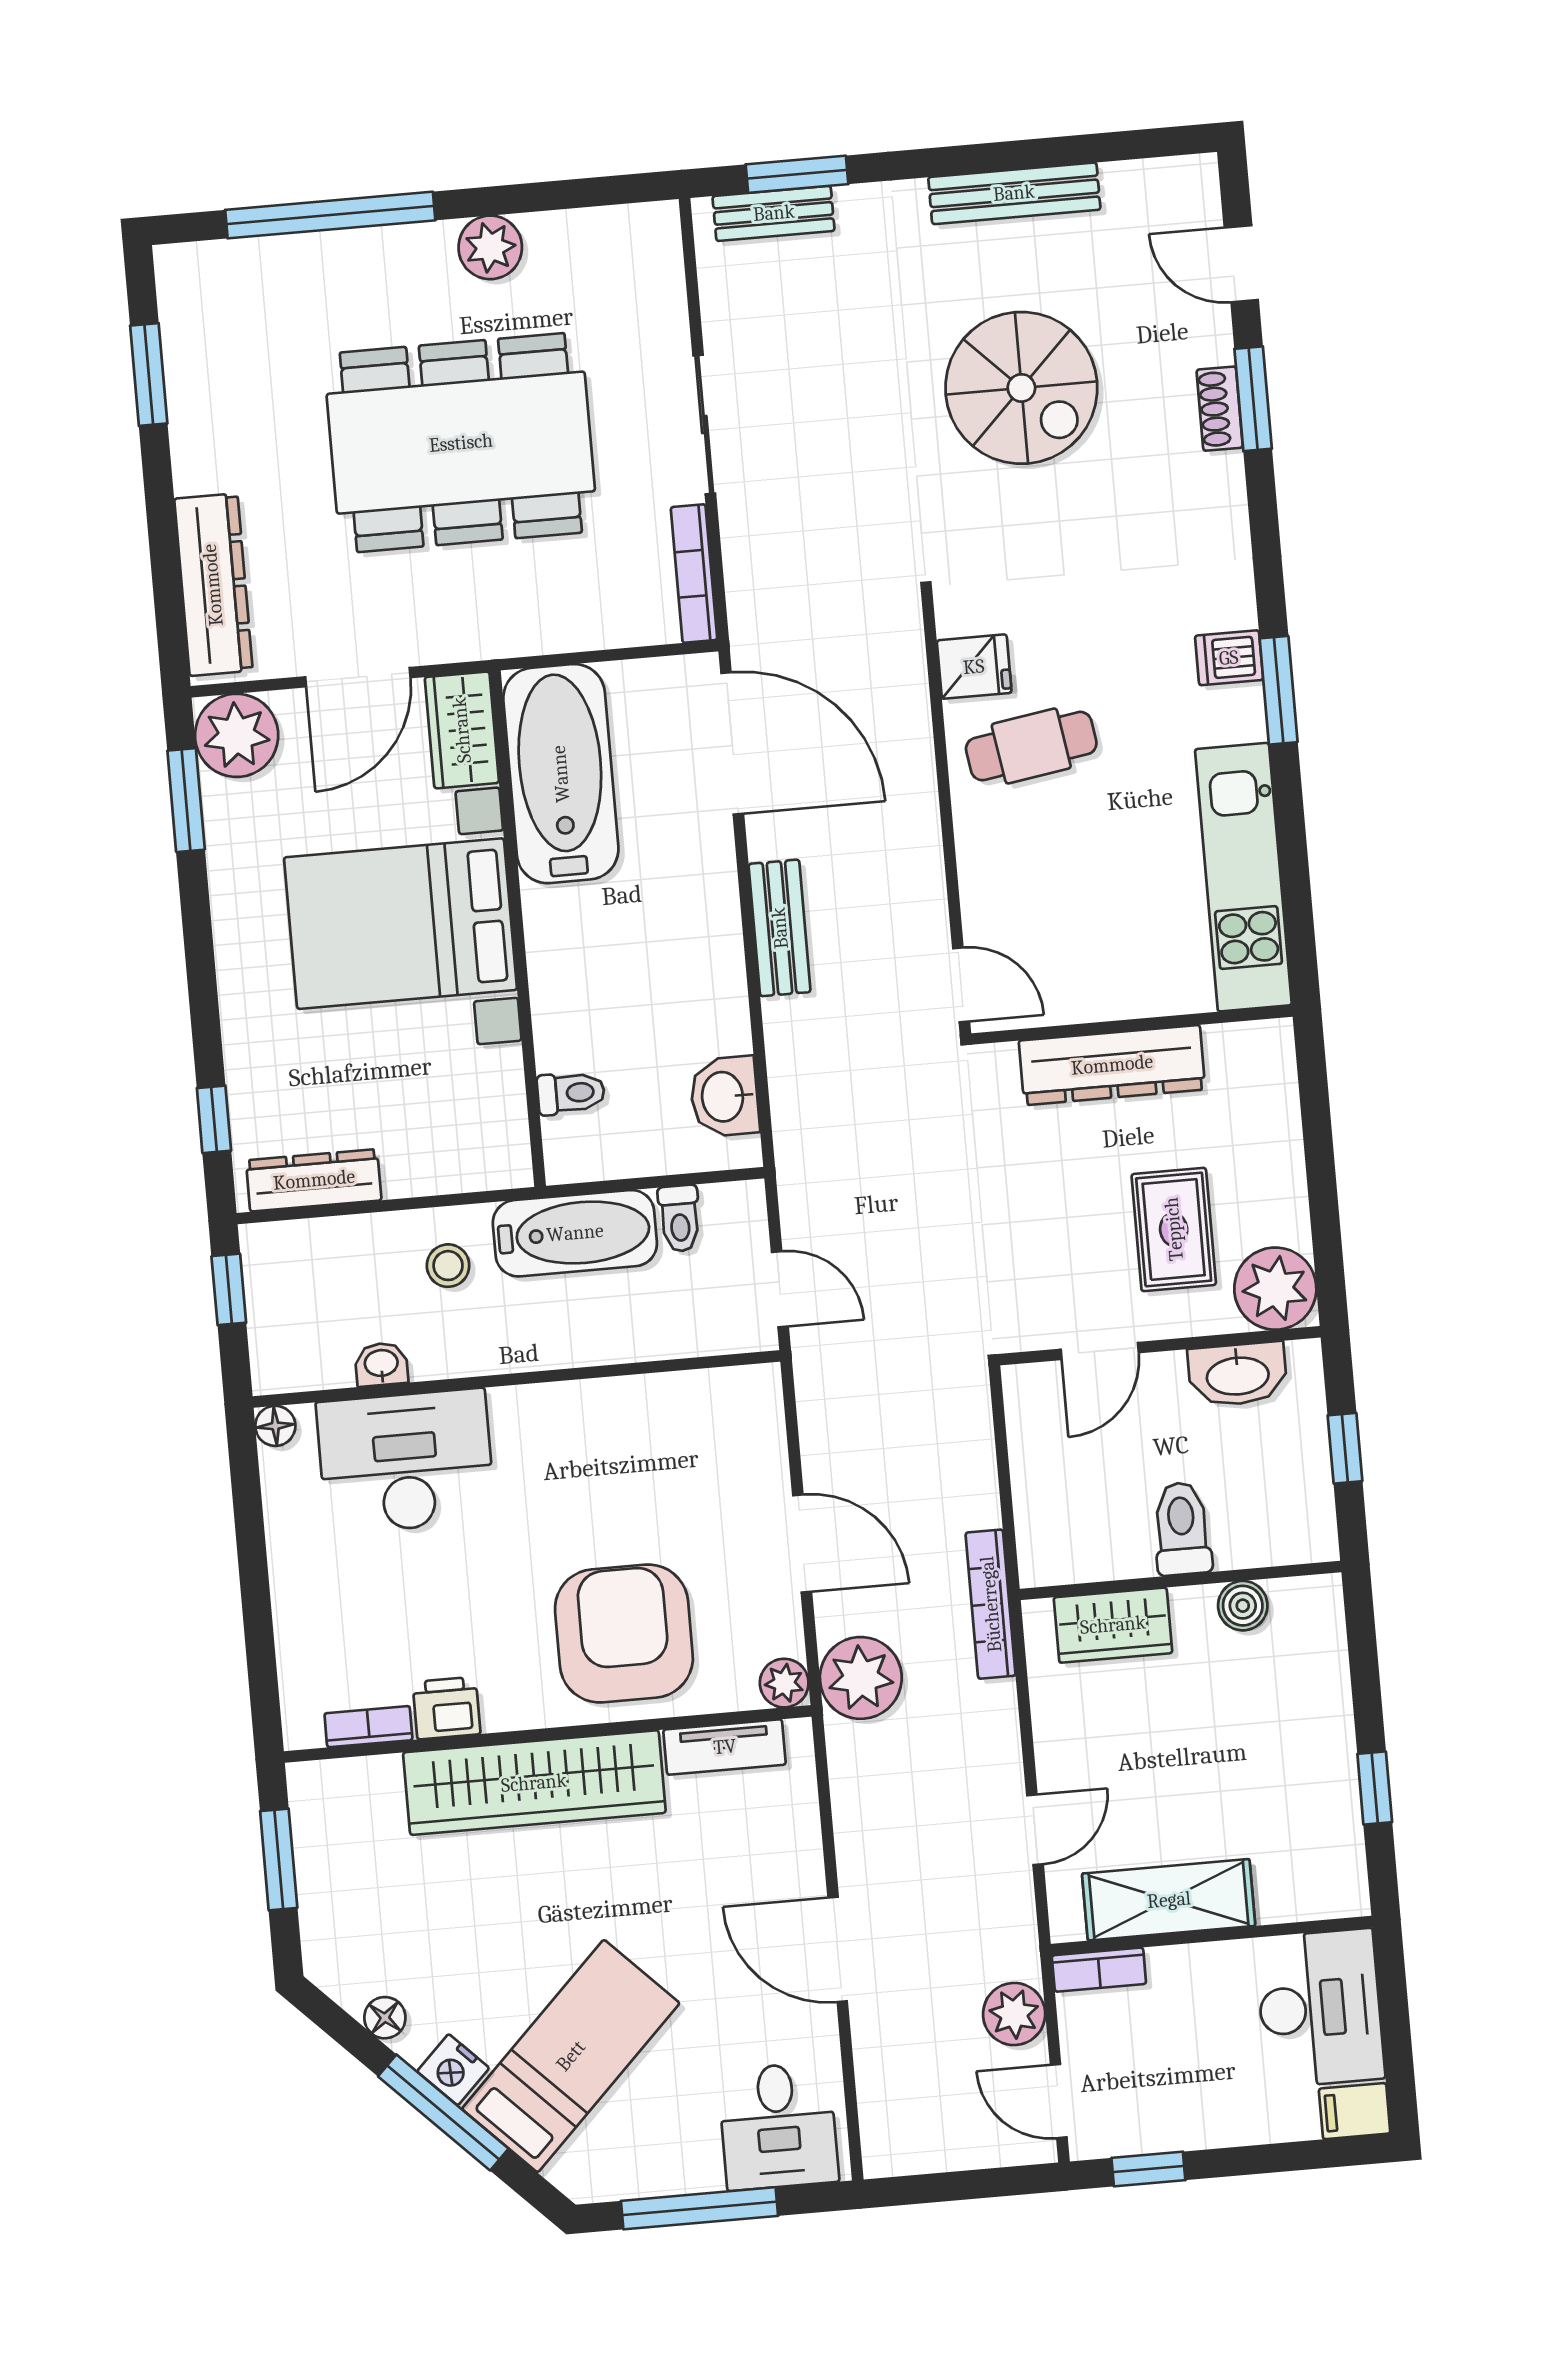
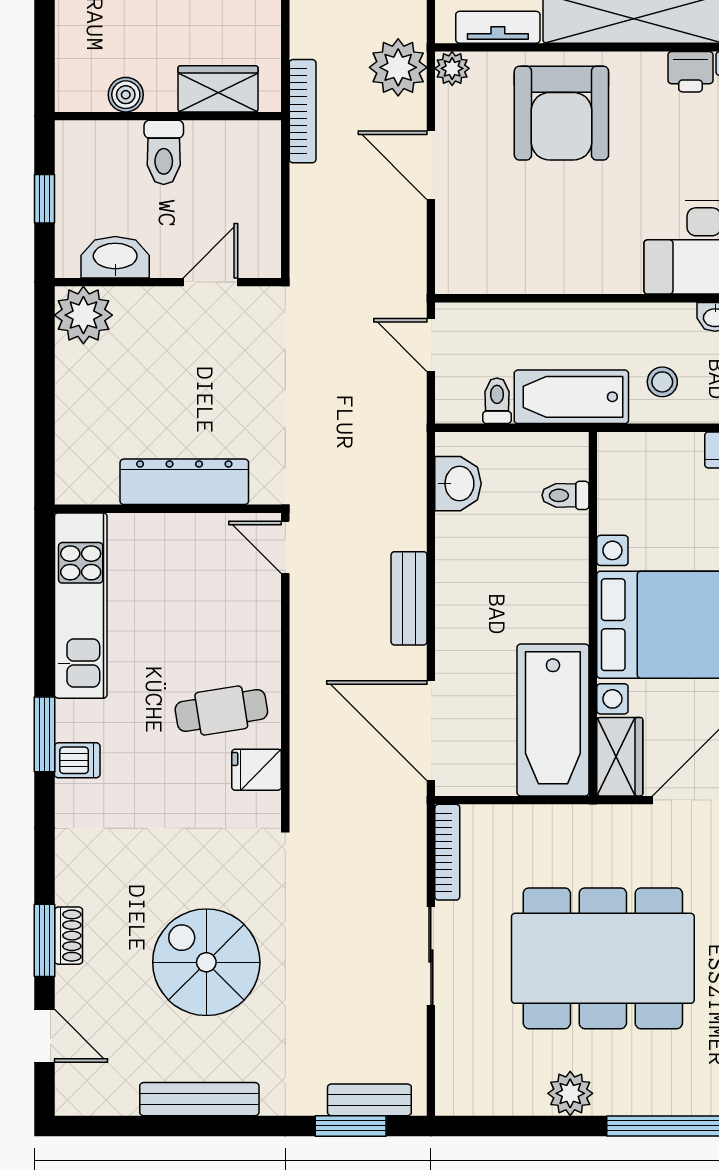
rug: (1174, 1229) -> (151, 363), removed

